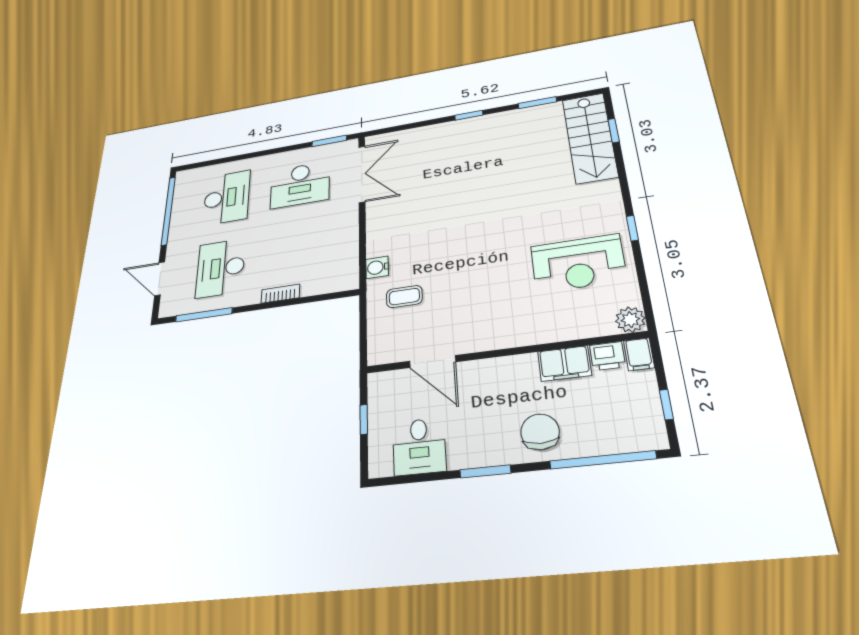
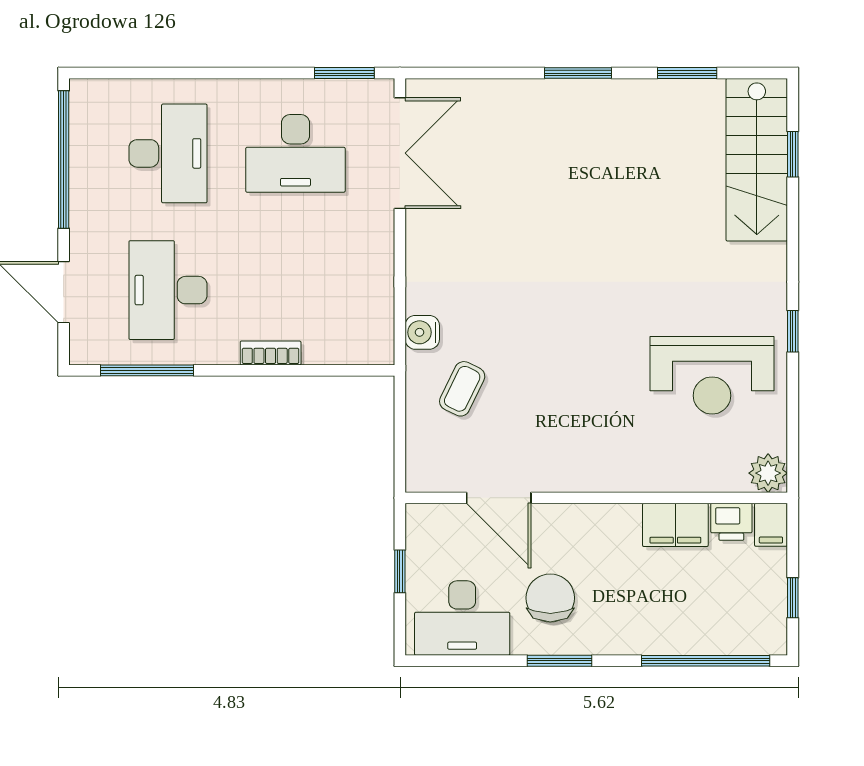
window: (469, 115) -> (578, 73), width x1.50
coffee table: (404, 297) -> (462, 389), turned -64
chair: (540, 432) -> (550, 598), moved
desk: (419, 446) -> (462, 618), width x1.37

